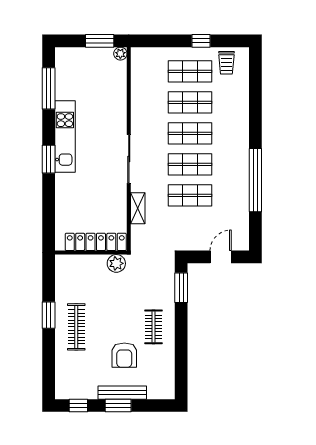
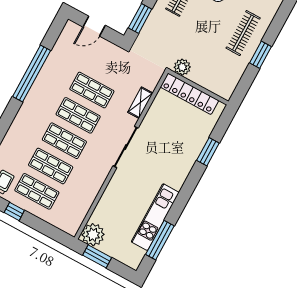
plant: (120, 54) -> (93, 235), width x1.87, depth x1.87
kitchen unit: (65, 137) -> (155, 217), moved
window: (49, 159) -> (208, 152), moved

